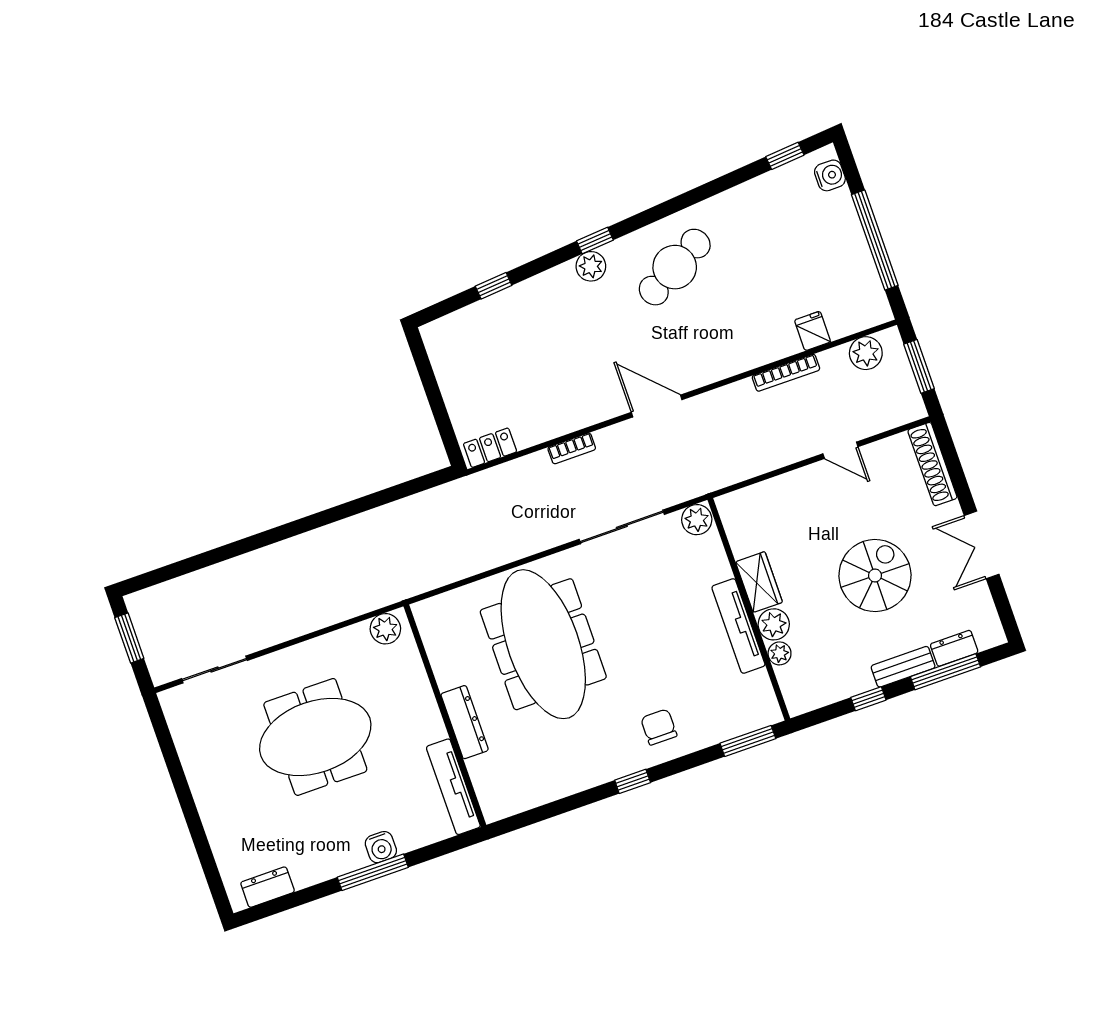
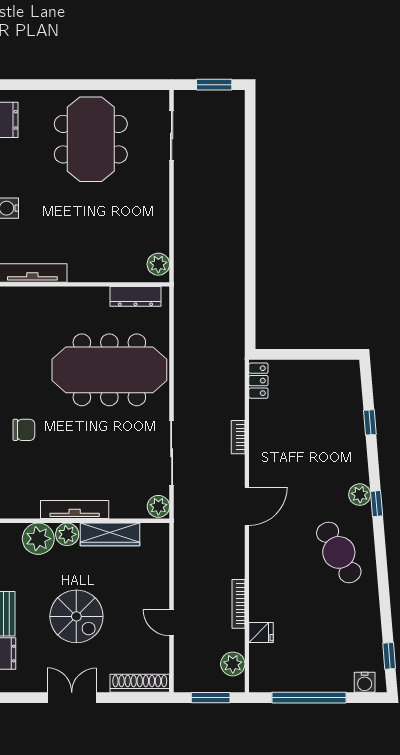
door: (840, 450) -> (172, 623), hinge flipped
wardrobe: (759, 582) -> (110, 534), width x1.50
plant: (780, 653) -> (38, 539), width x1.87, depth x1.87
dresser: (465, 722) -> (135, 296), moved
meeting table: (315, 737) -> (91, 139), moved

